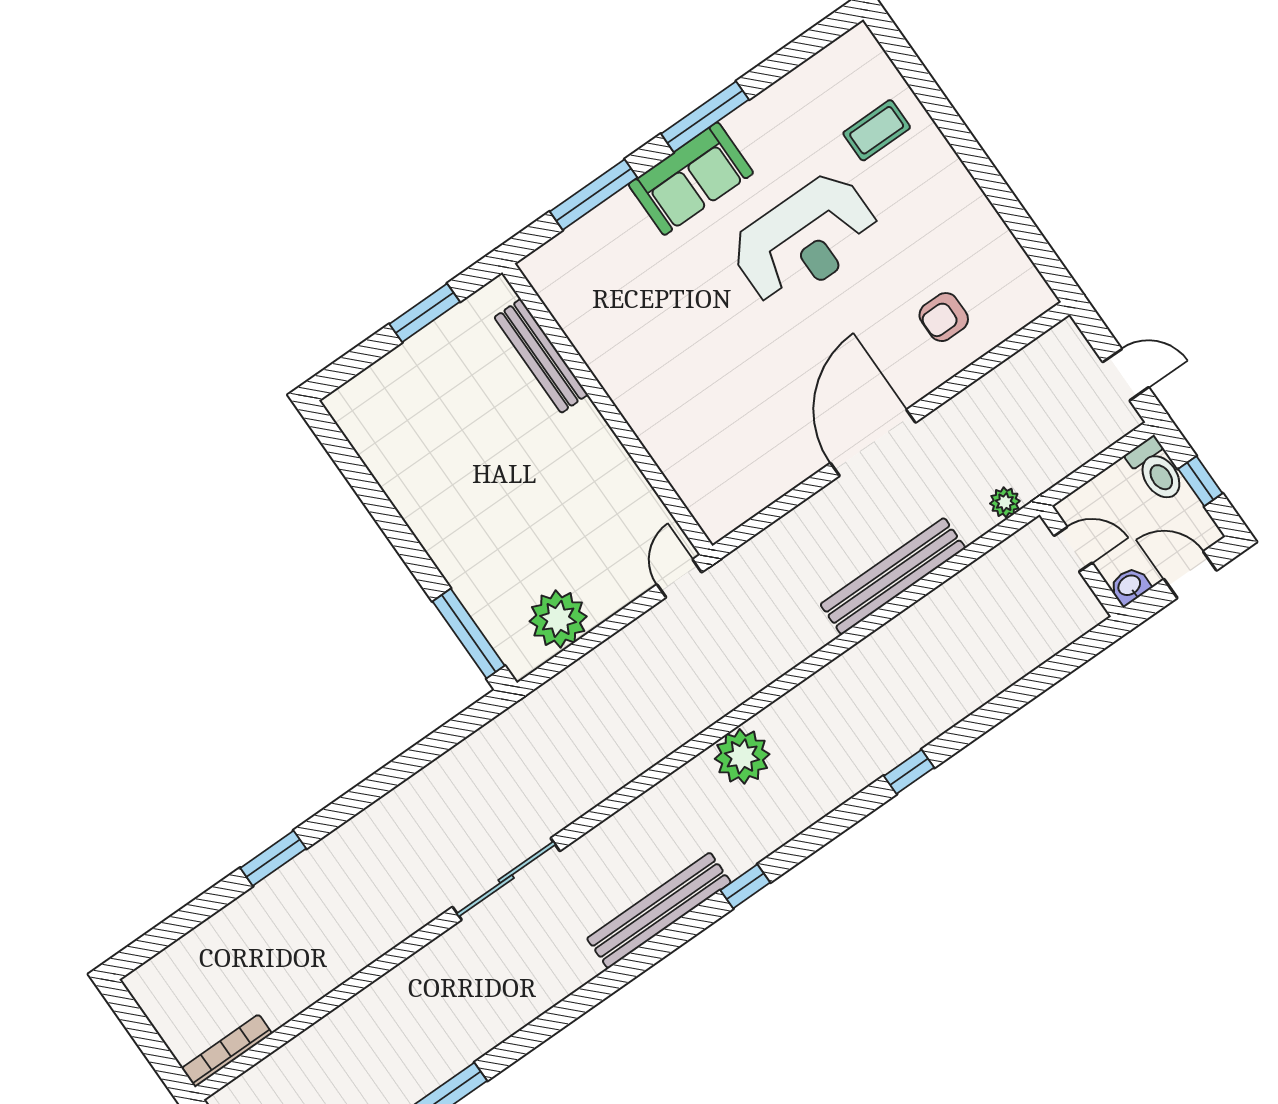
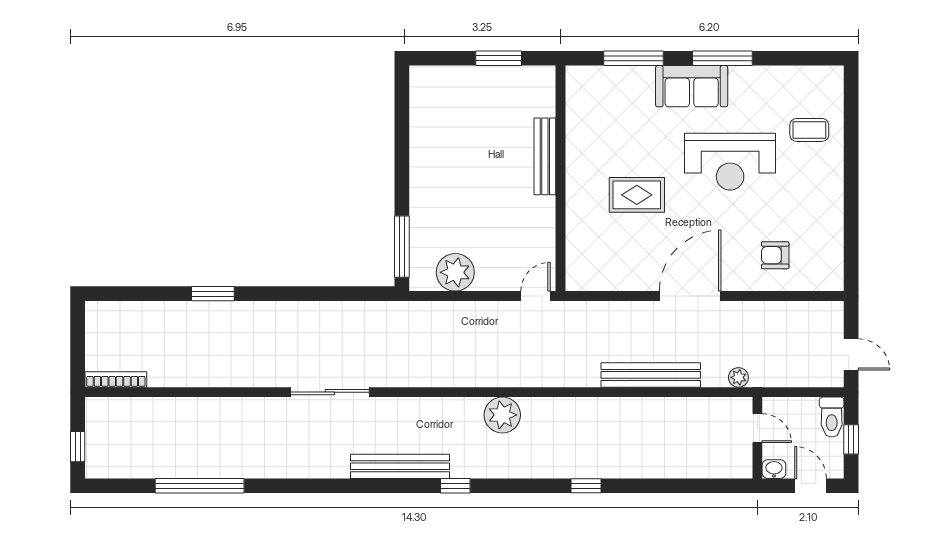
bench: (541, 356) -> (545, 156), moved
rug: (718, 363) -> (637, 195), added

